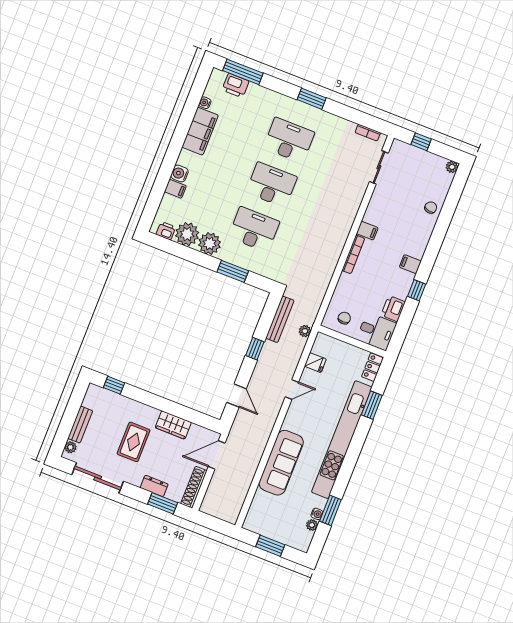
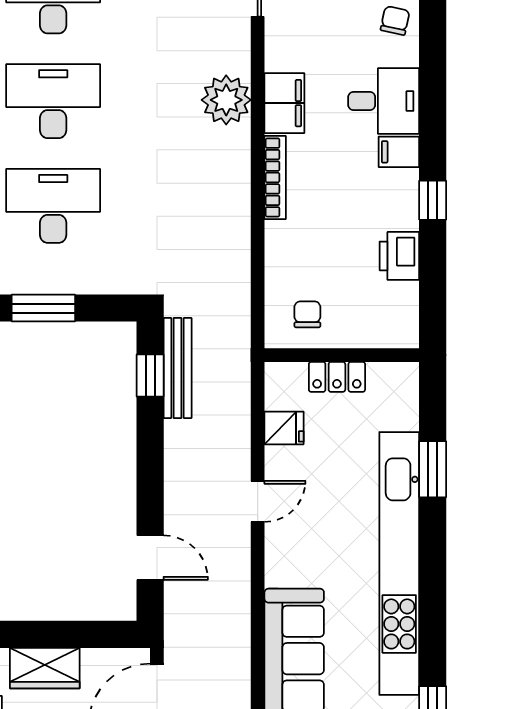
filing cabinet: (367, 231) -> (284, 103), width x2.00
plant: (305, 331) -> (226, 100), moved, width x1.87, depth x1.87
desk: (377, 331) -> (384, 101), moved
window: (255, 349) -> (150, 375), moved
locker: (373, 367) -> (337, 377), moved, turned -90

